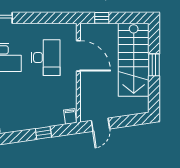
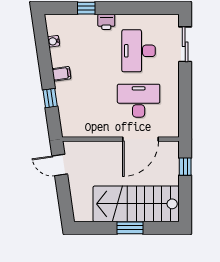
desk: (46, 58) -> (139, 101), turned 180
filing cabinet: (70, 116) -> (61, 74), moved

